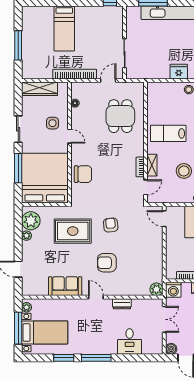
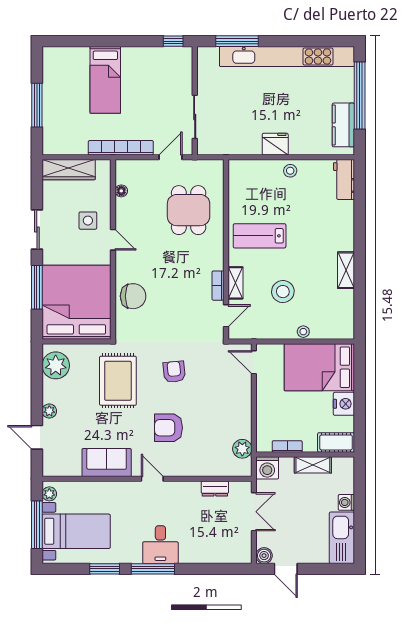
rug: (73, 231) -> (118, 381), turned 90
plant: (26, 236) -> (49, 411), moved
plant: (156, 289) -> (242, 449), moved
dresser: (122, 304) -> (215, 489), moved
desk: (130, 341) -> (160, 545), moved

